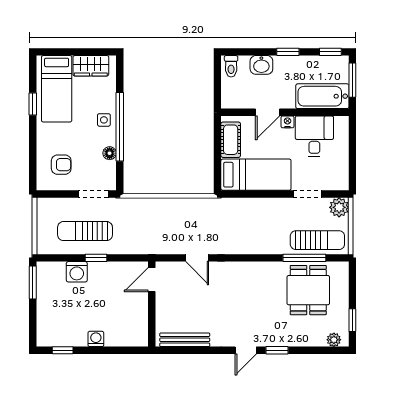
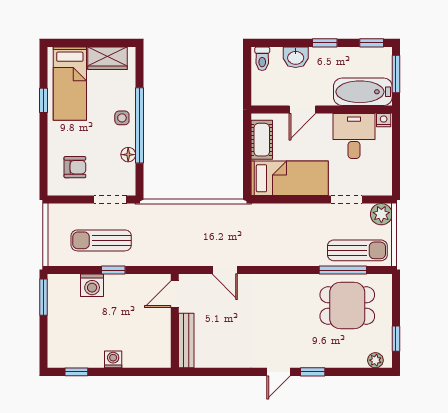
nightstand: (288, 122) -> (384, 120), moved
dining table: (308, 290) -> (347, 306), turned 90
bench: (185, 340) -> (186, 341), moved, turned 90

